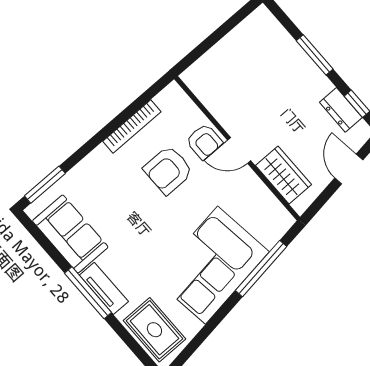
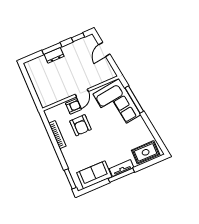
dresser: (341, 110) -> (54, 55), moved
door: (349, 169) -> (104, 49), hinge flipped
wardrobe: (283, 175) -> (98, 78), removed
corner sofa: (211, 265) -> (117, 104), moved

